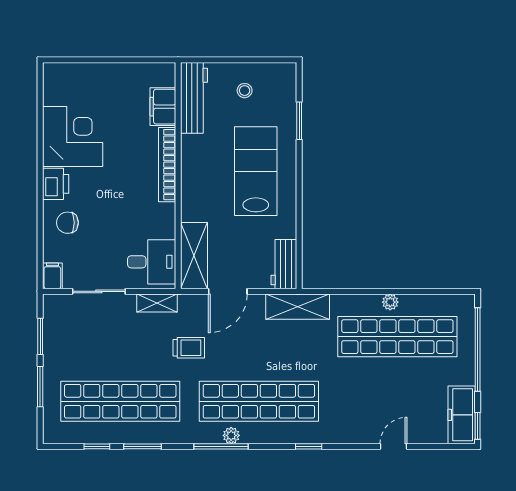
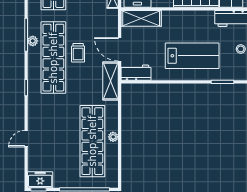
door: (228, 291) -> (120, 49), moved
trolley: (189, 348) -> (78, 53), moved
freezer: (462, 415) -> (40, 180), width x0.71
door: (394, 446) -> (26, 139), swing flipped

